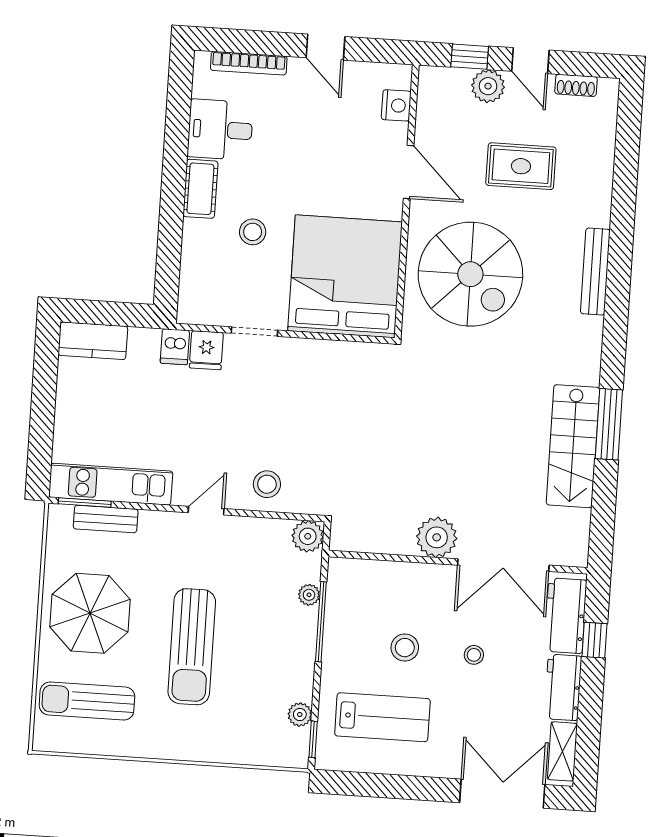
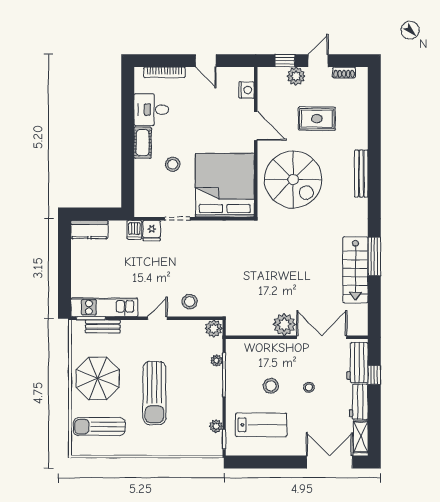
door: (530, 61) -> (318, 61), swing flipped
double door: (503, 565) -> (322, 337), swing flipped

